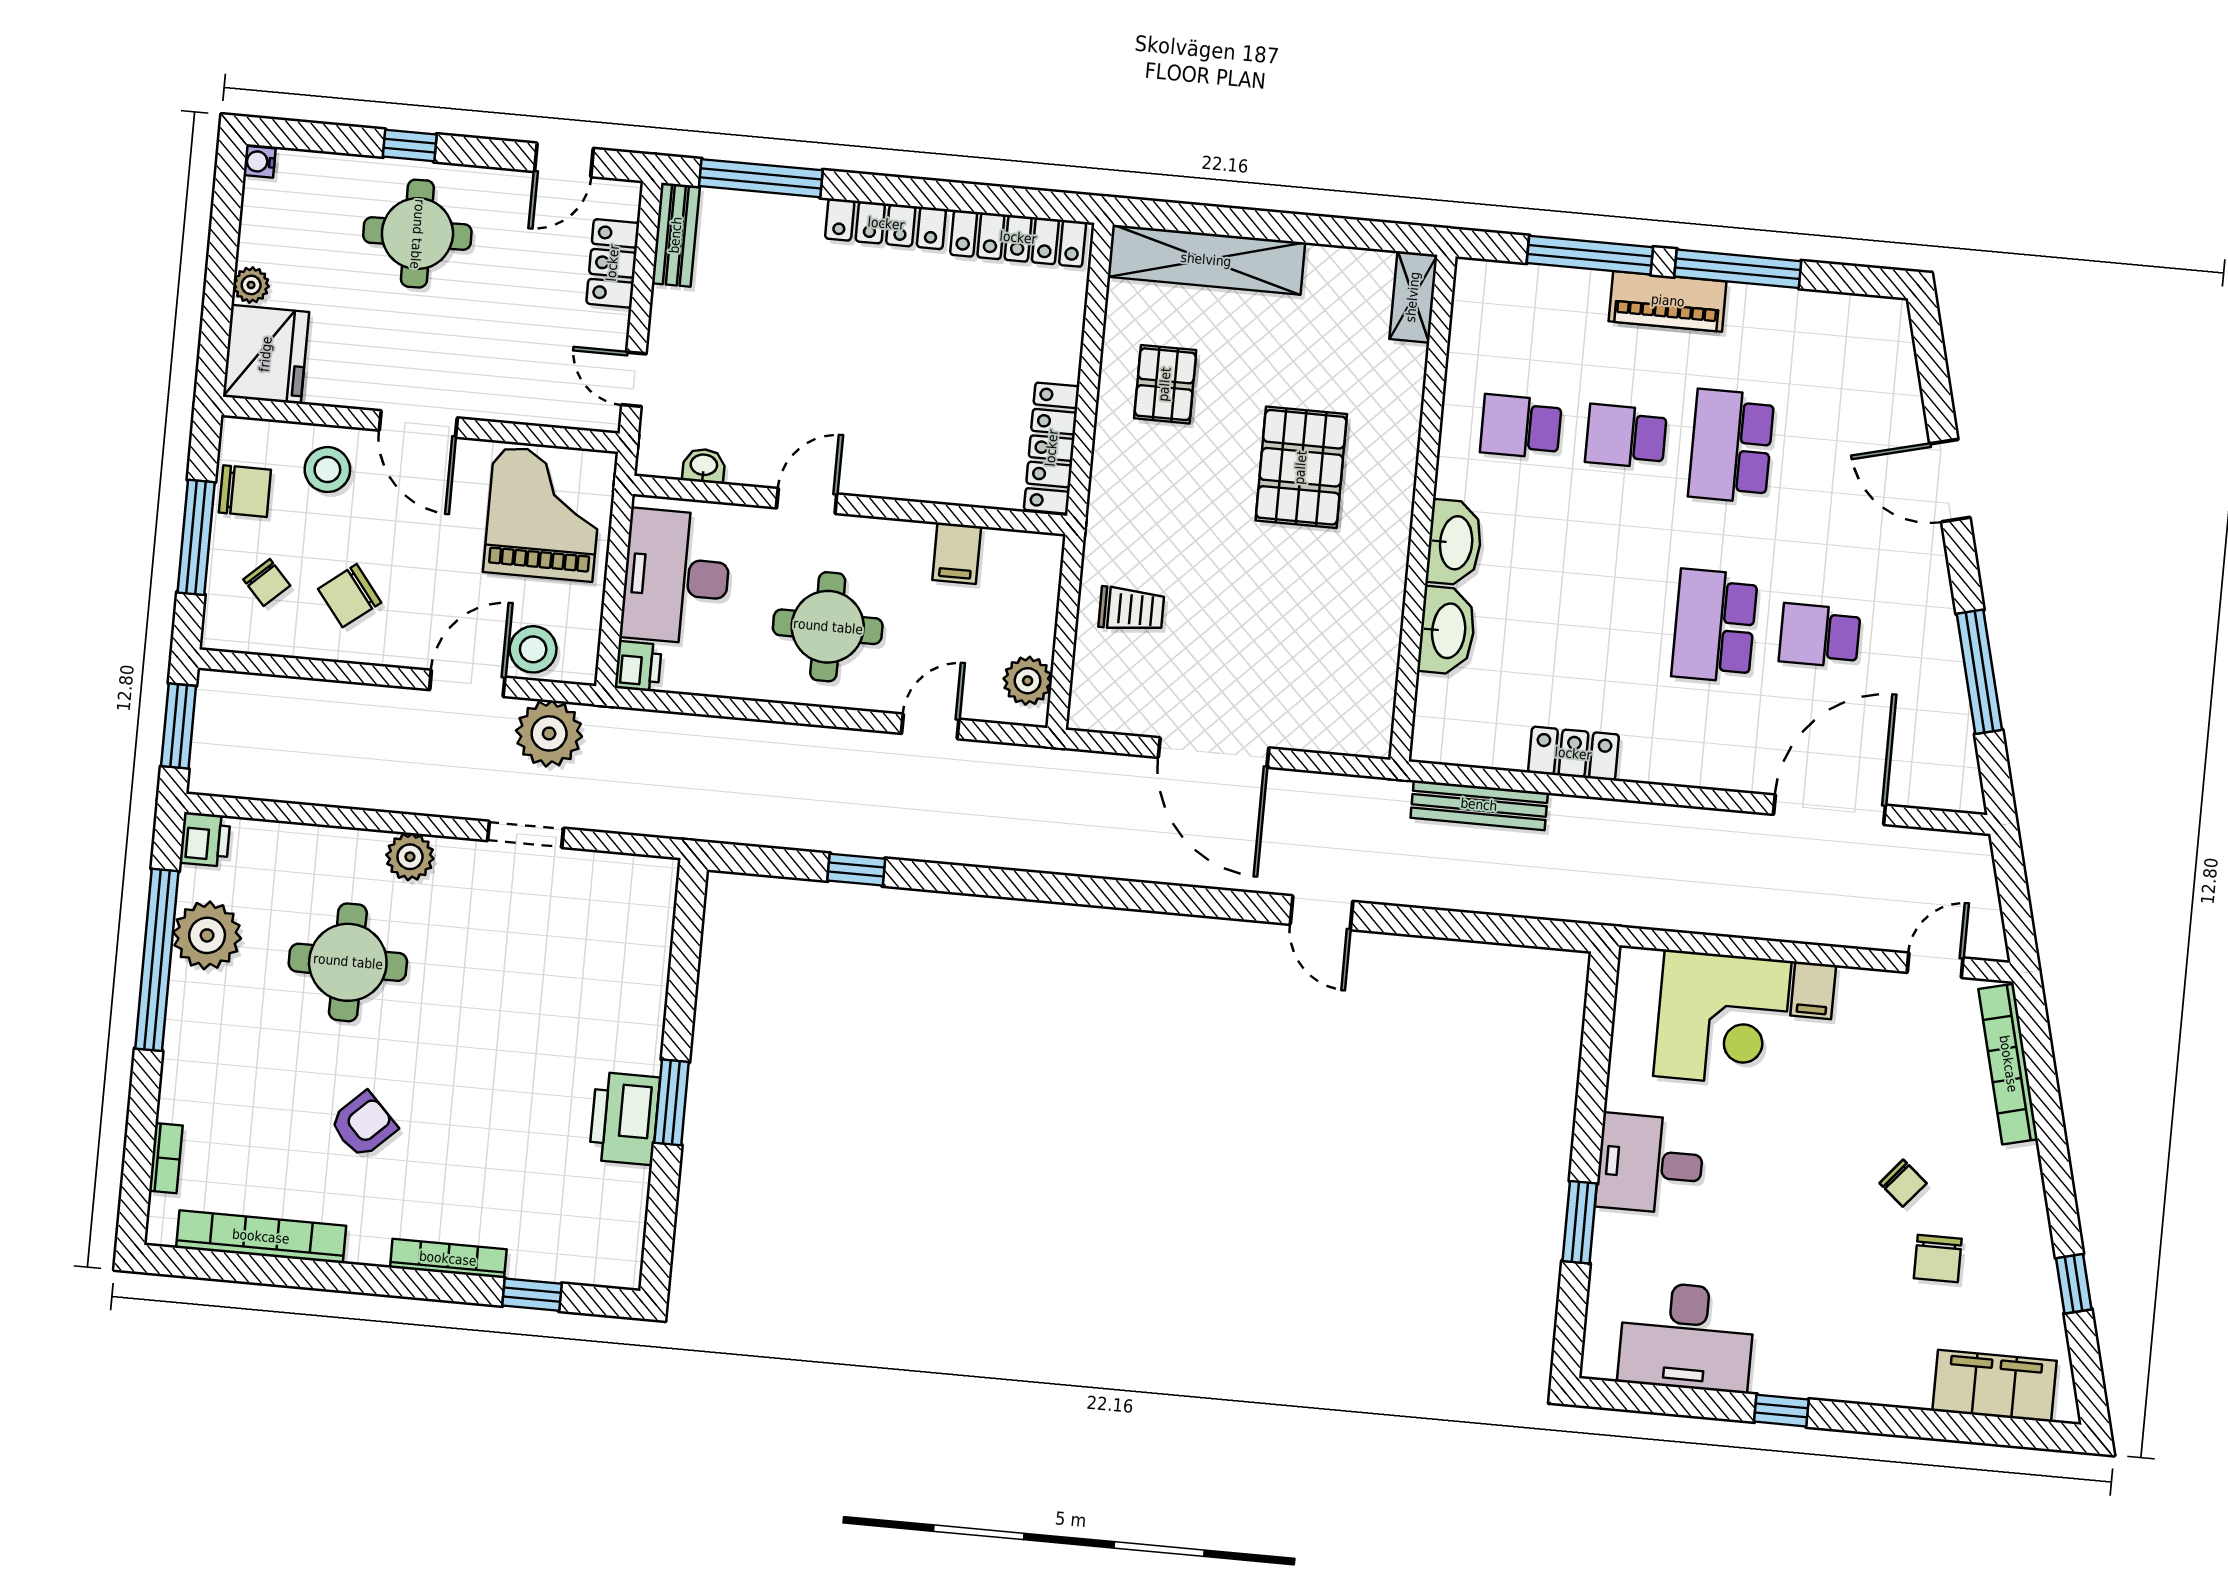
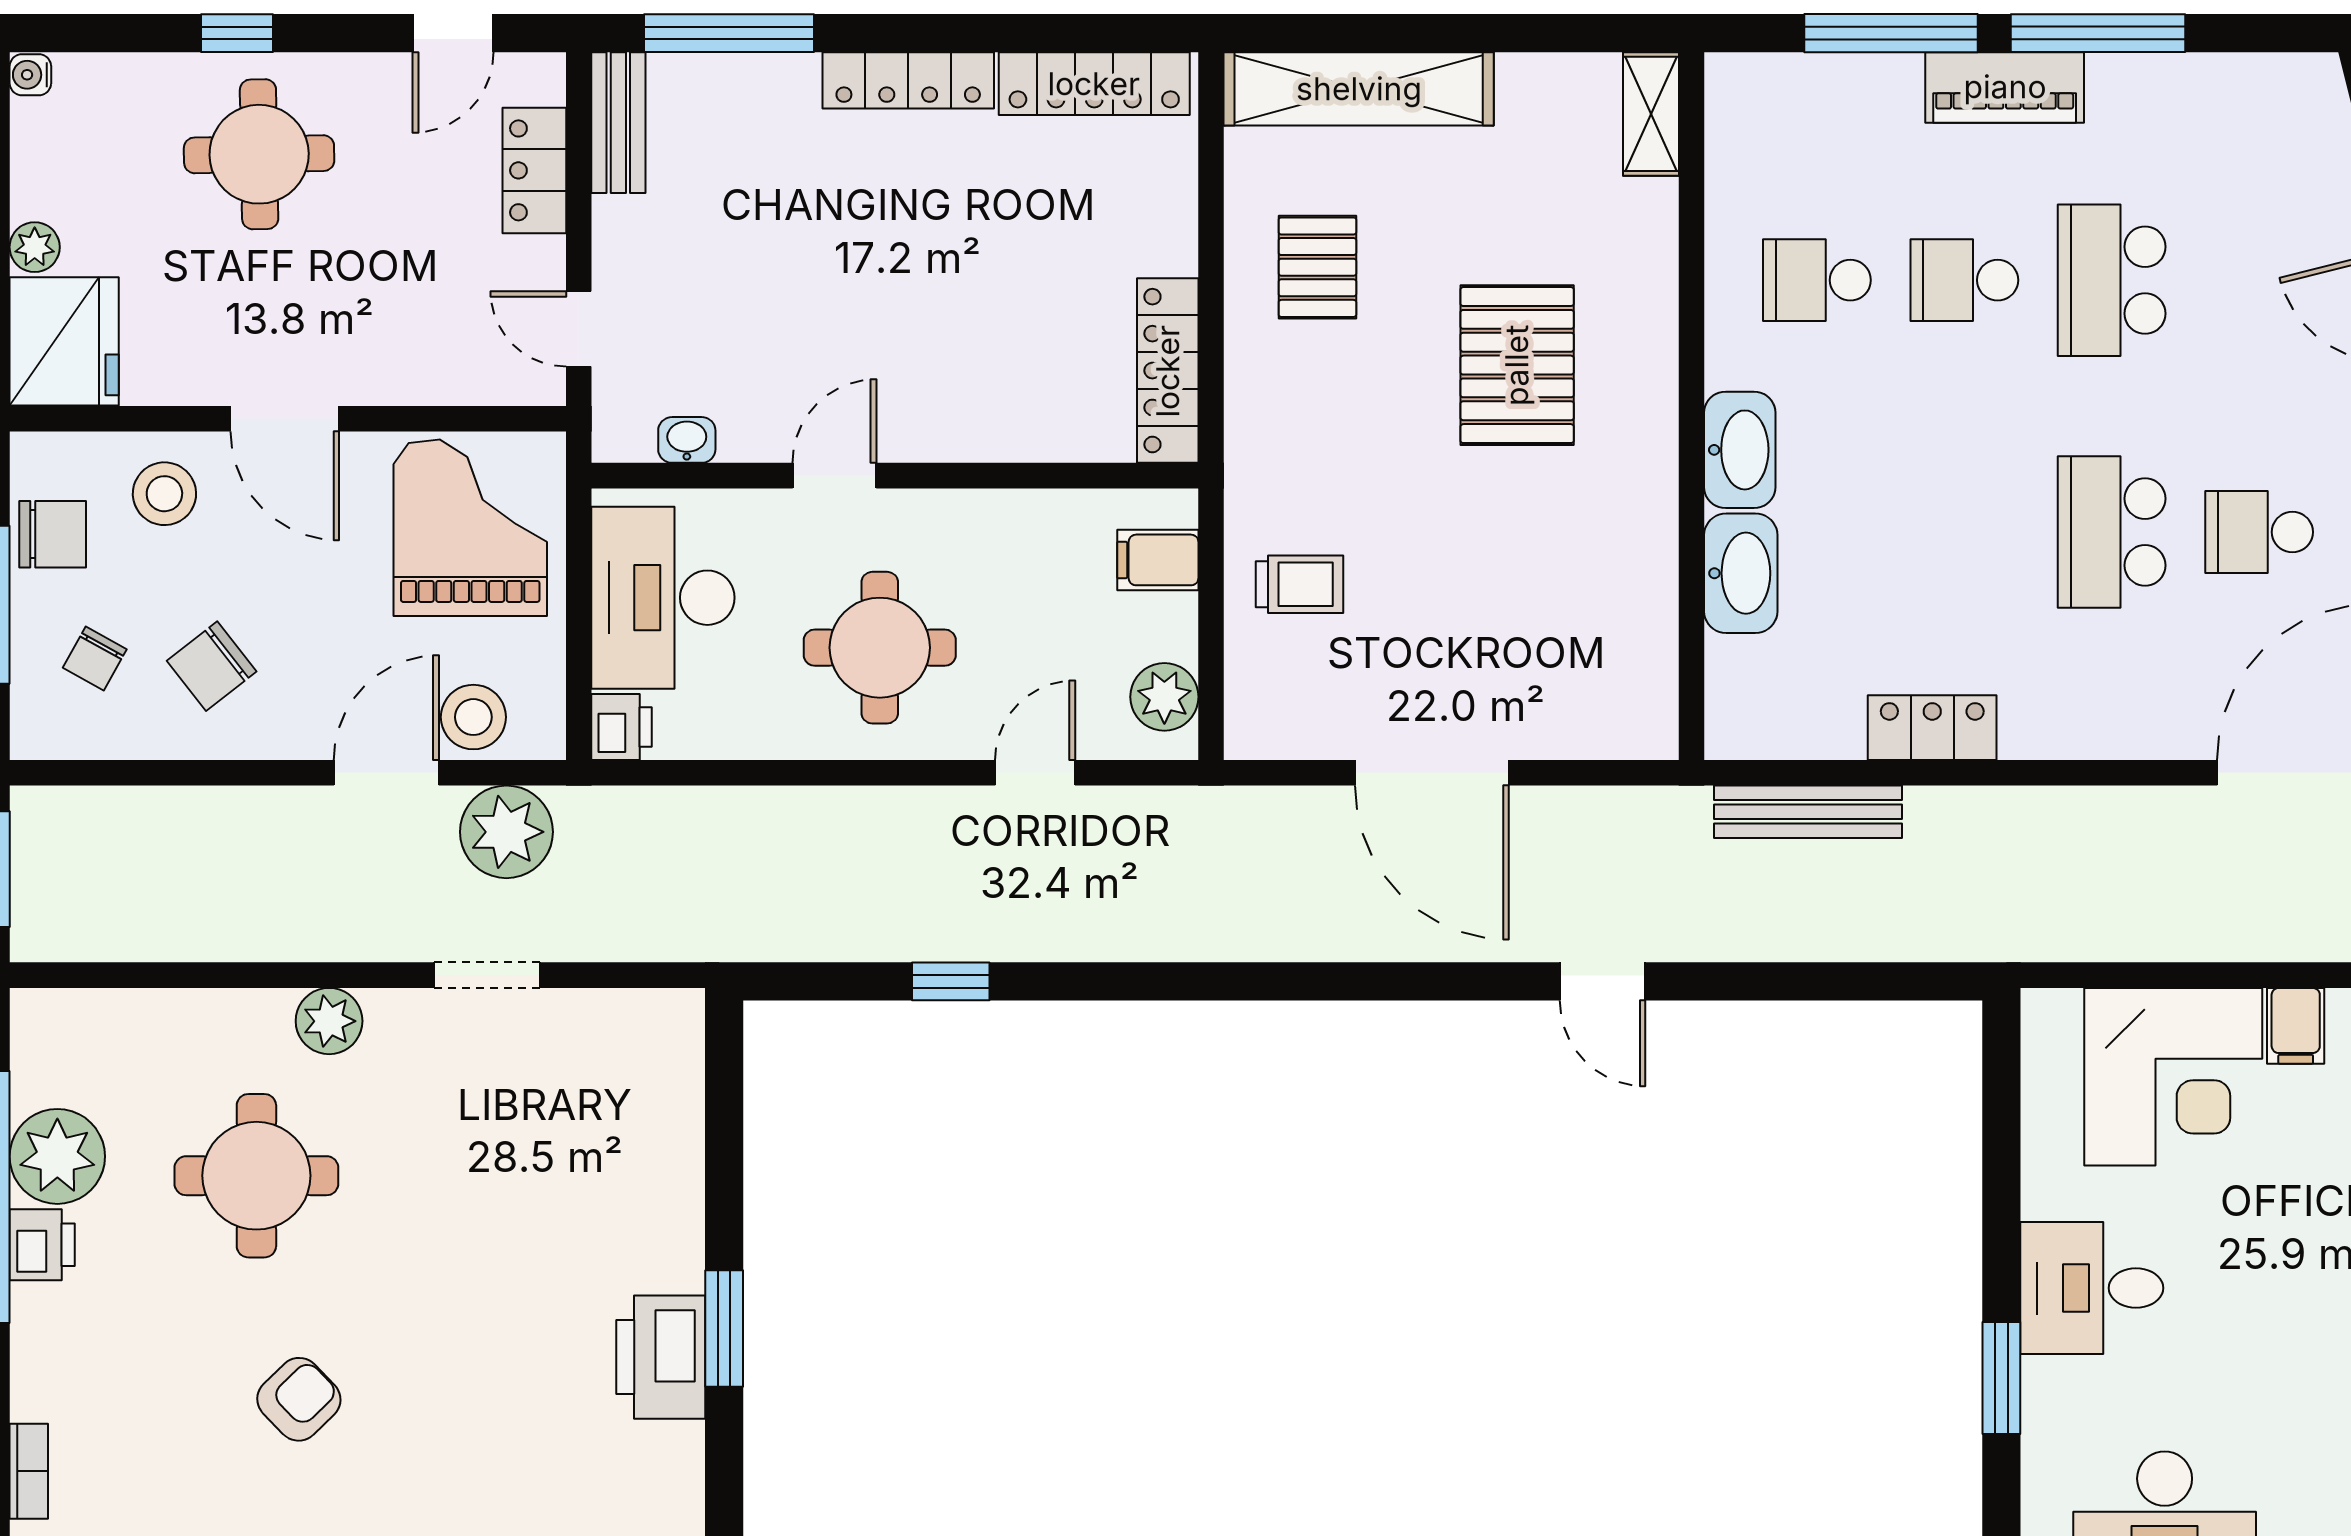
filing cabinet: (957, 553) -> (1158, 560), moved, turned 90
chair: (267, 582) -> (95, 658), turned 72
printer: (205, 839) -> (42, 1245), moved

